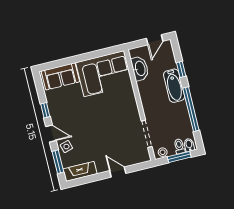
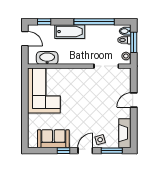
window: (181, 69) -> (44, 22), moved
sofa: (60, 76) -> (53, 139), moved, turned -90

